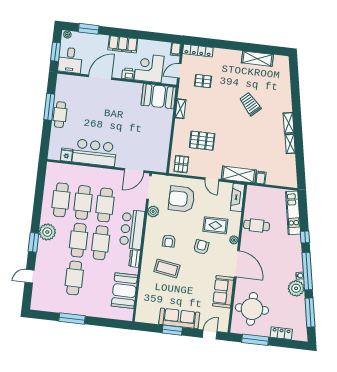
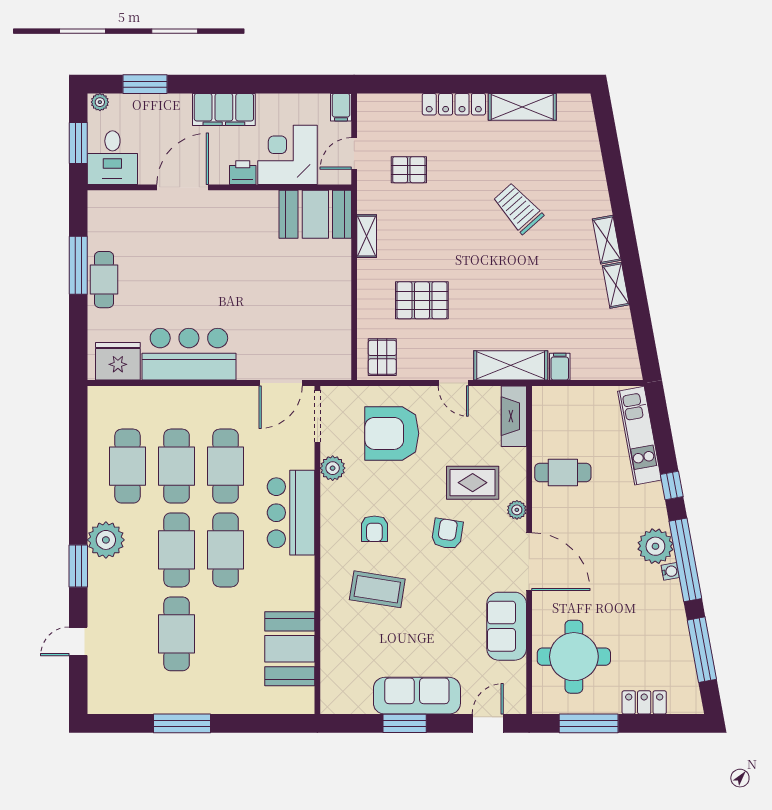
locker: (198, 51) -> (454, 104), moved
fridge: (66, 155) -> (118, 361), width x1.88, depth x1.34
dresser: (135, 258) -> (304, 576), removed
plant: (296, 288) -> (655, 546), moved

